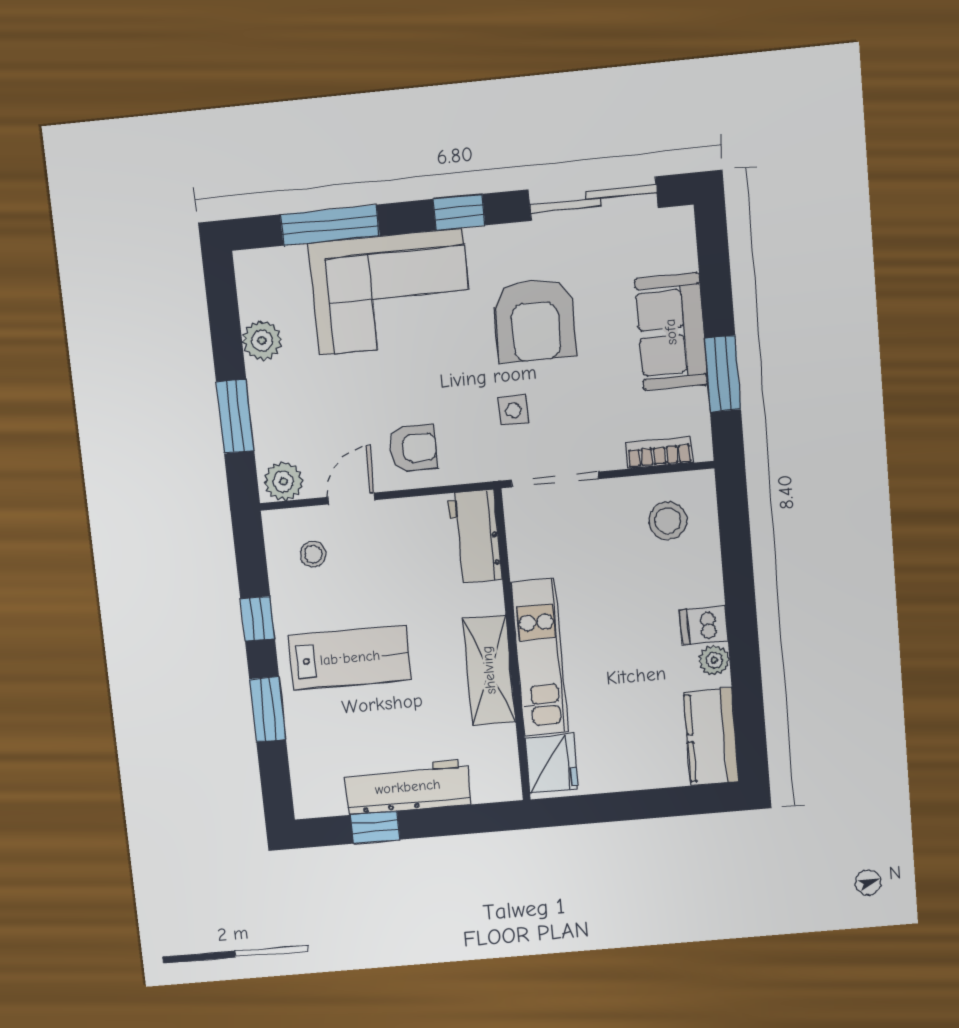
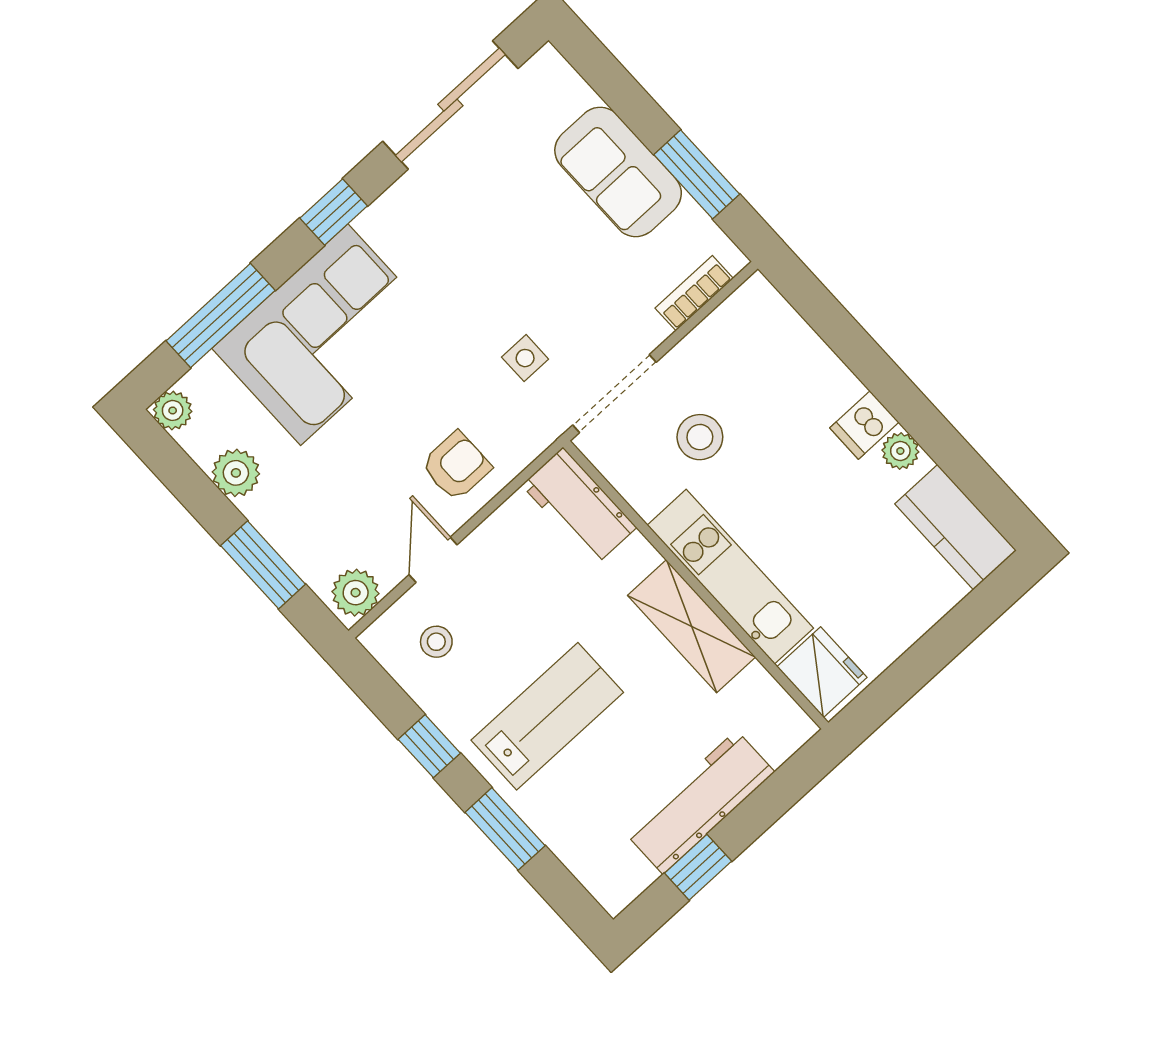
plant: (250, 266) -> (173, 410), added
armchair: (535, 320) -> (481, 258), removed
stool: (668, 521) -> (700, 437), moved

